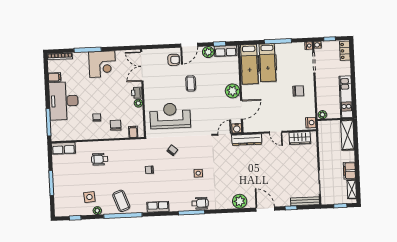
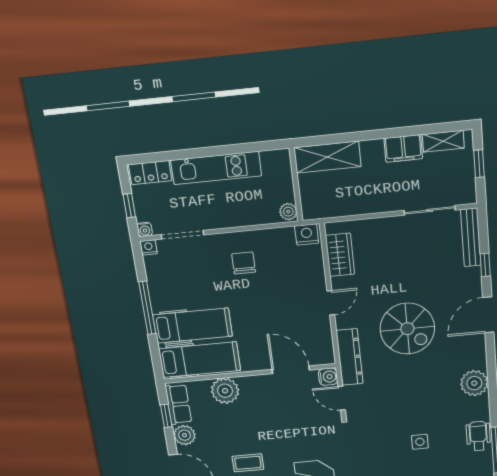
plant: (233, 91) -> (225, 391), moved
kitchen unit: (346, 97) -> (216, 168), moved
spiral stairs: (260, 169) -> (407, 329), added
plant: (240, 201) -> (474, 383), moved

